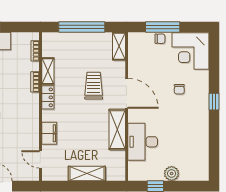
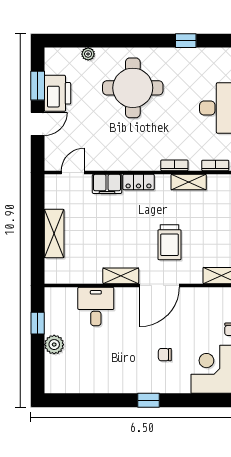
trolley: (94, 86) -> (170, 242), turned 90
locker: (48, 97) -> (139, 182), moved
shelving: (117, 130) -> (121, 276), width x0.67, depth x0.75
desk: (143, 142) -> (96, 306), width x0.73

